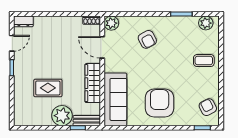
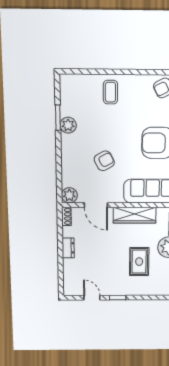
dresser: (23, 21) -> (68, 248), moved
plant: (206, 23) -> (68, 125), moved
armchair: (147, 39) -> (104, 161), moved
door: (102, 47) -> (96, 205), hinge flipped

